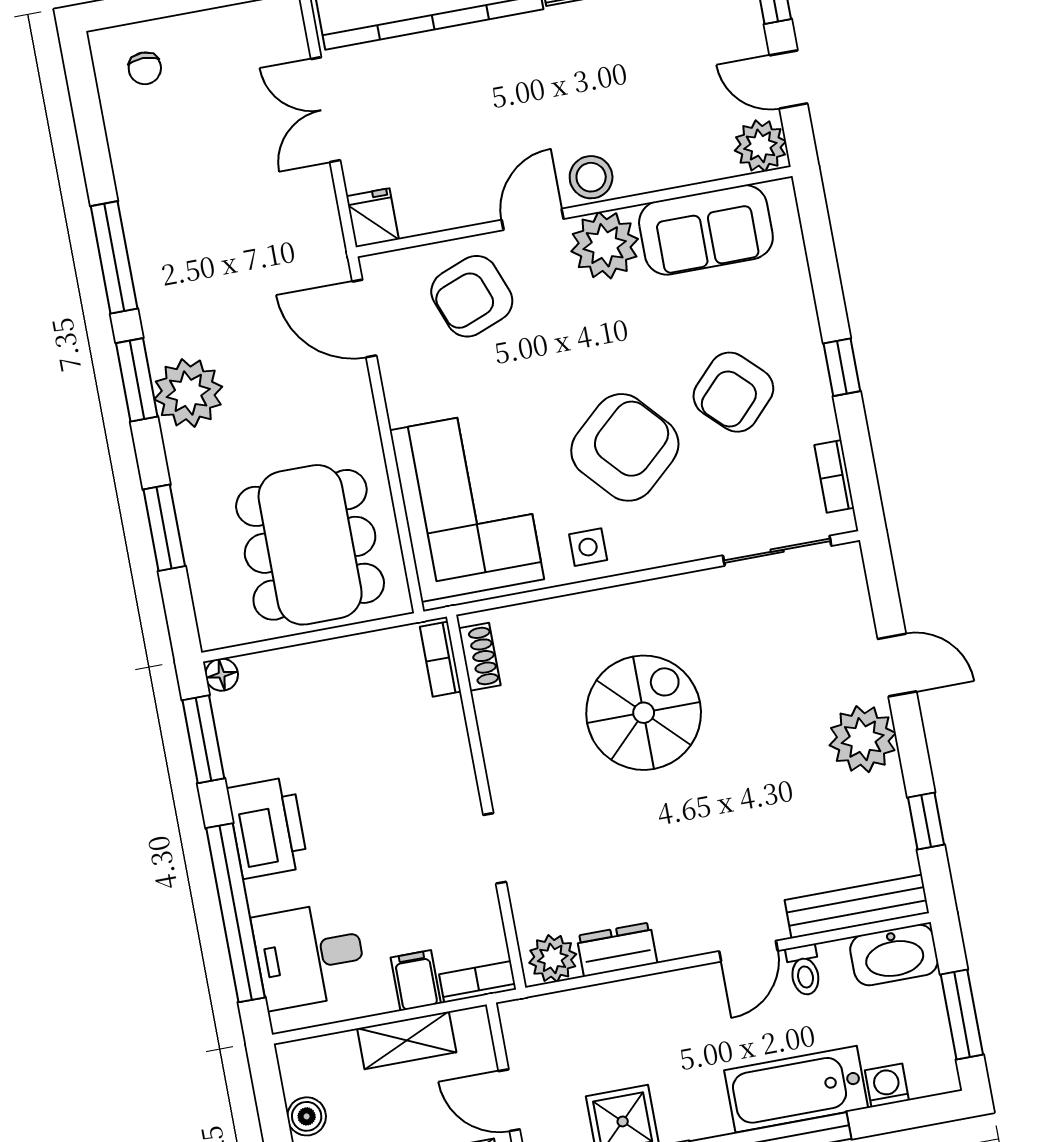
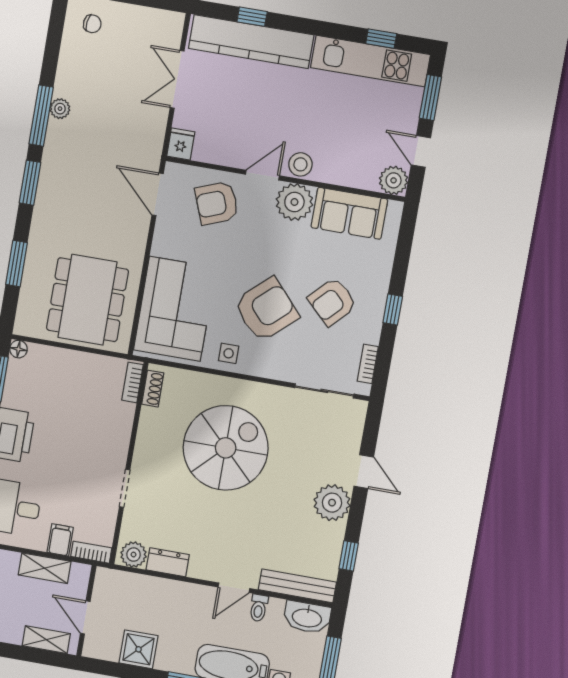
chair: (145, 68) -> (92, 24), turned -83
plant: (188, 393) -> (60, 109), moved, width x0.53, depth x0.53
spiral stairs: (644, 713) -> (226, 448), width x1.37, depth x1.37

